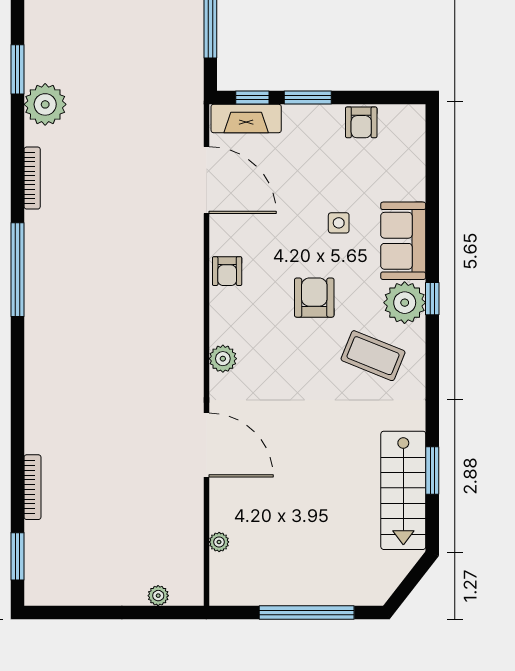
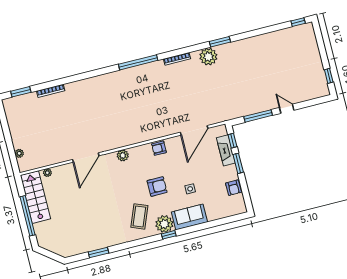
fireplace: (246, 118) -> (226, 150), moved
armchair: (361, 122) -> (234, 188), turned -90
stairs: (403, 490) -> (35, 197), moved, turned 90

